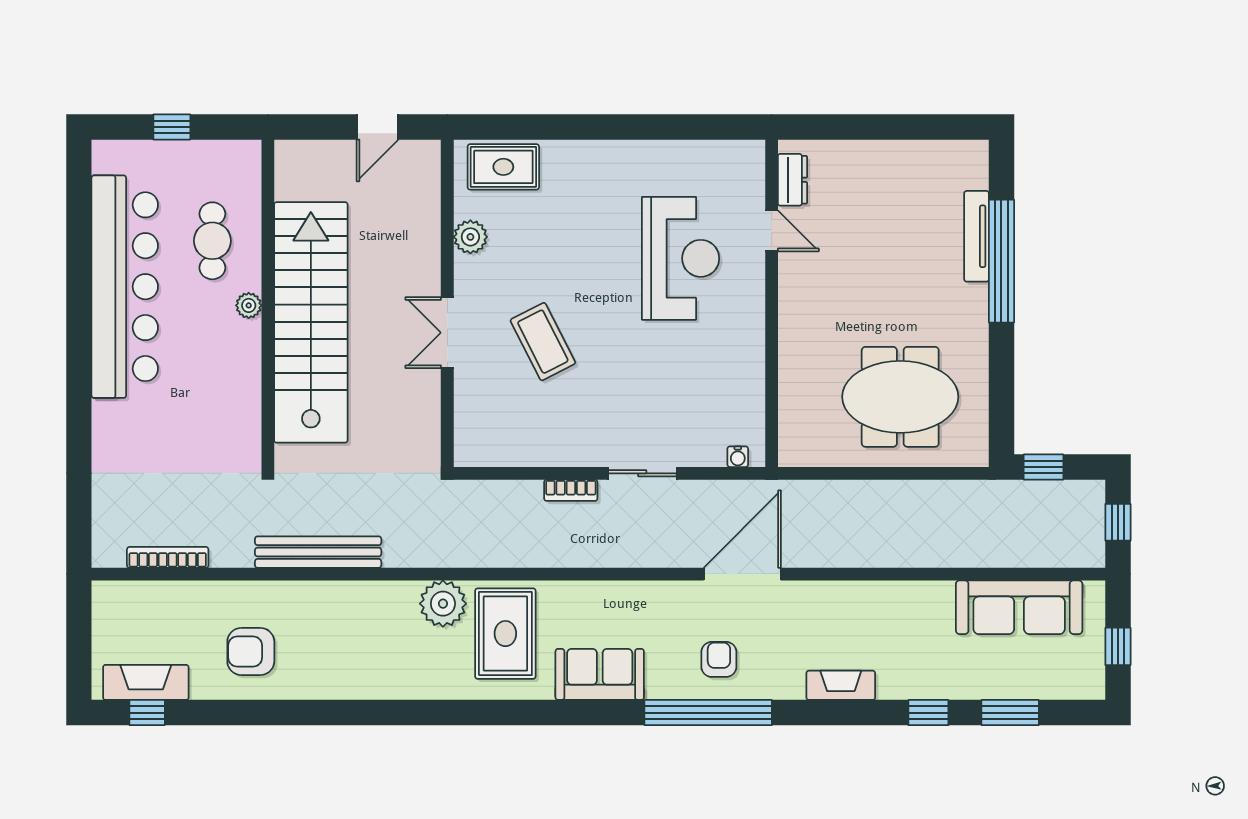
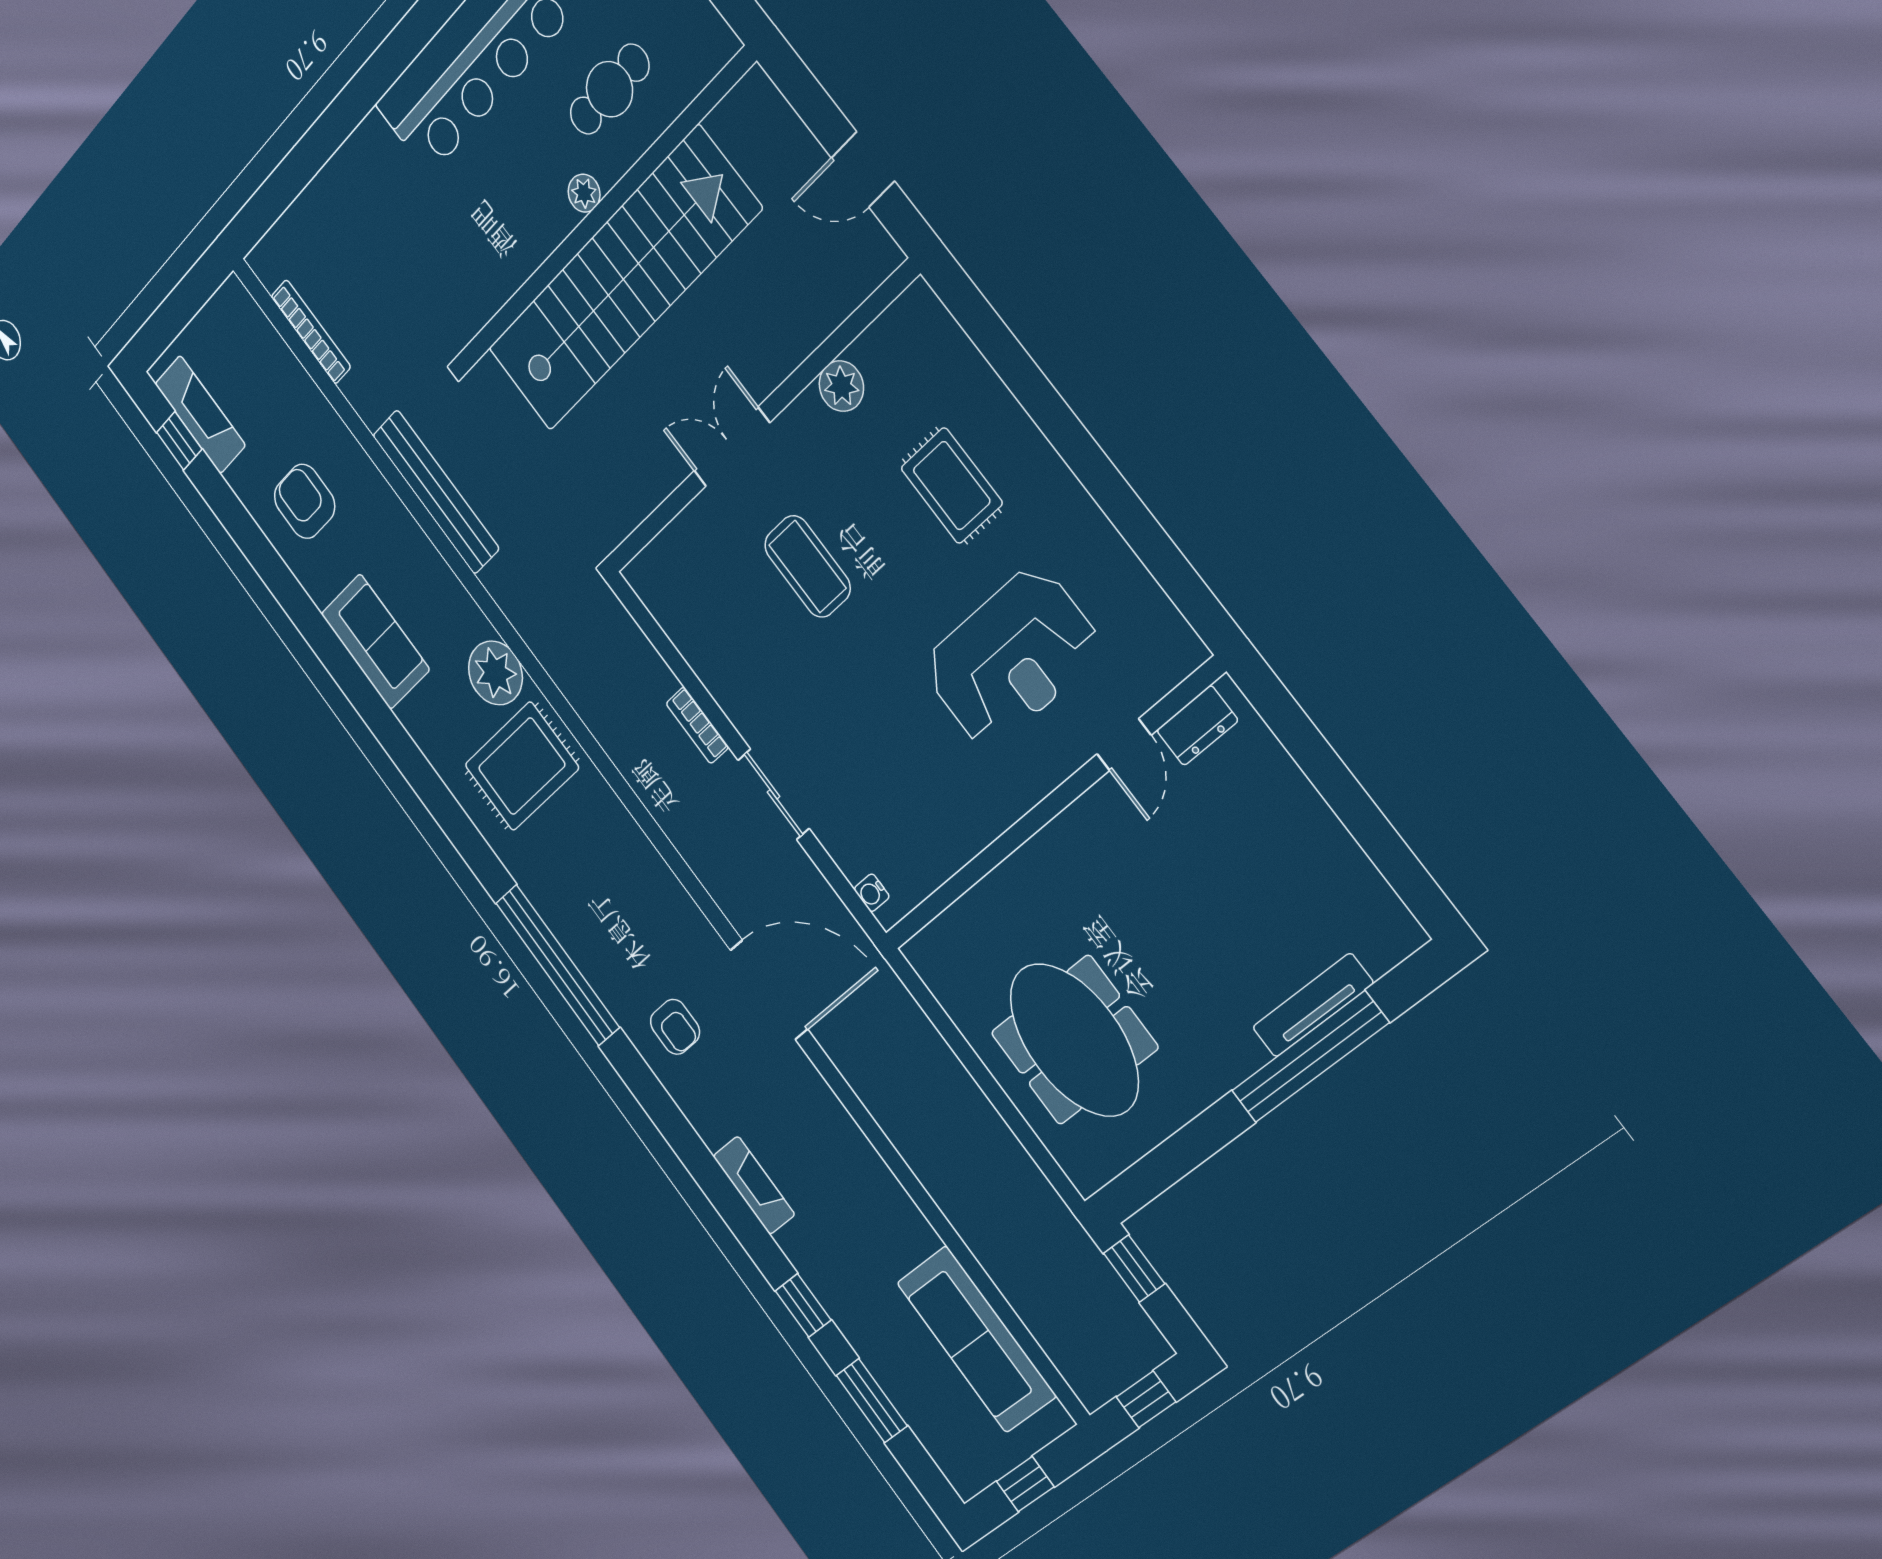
rug: (503, 167) -> (952, 486), moved
coffee table: (543, 342) -> (807, 566), turned -63
armchair: (719, 659) -> (675, 1027), turned 90
sofa: (600, 674) -> (375, 642), moved
window: (708, 713) -> (558, 965), moved

